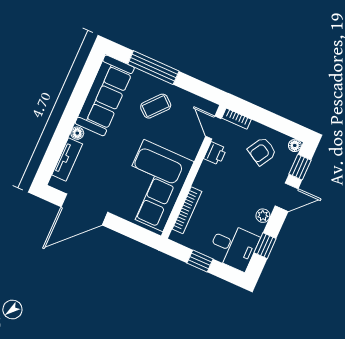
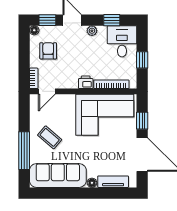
armchair: (262, 151) -> (48, 51), turned -120
printer: (215, 153) -> (86, 82), moved
window: (126, 228) -> (142, 121), added

